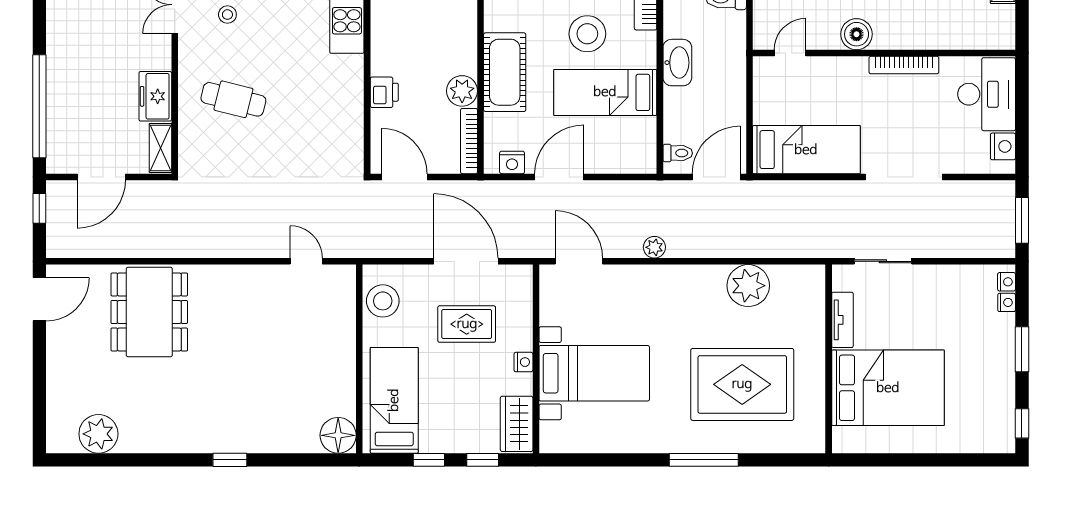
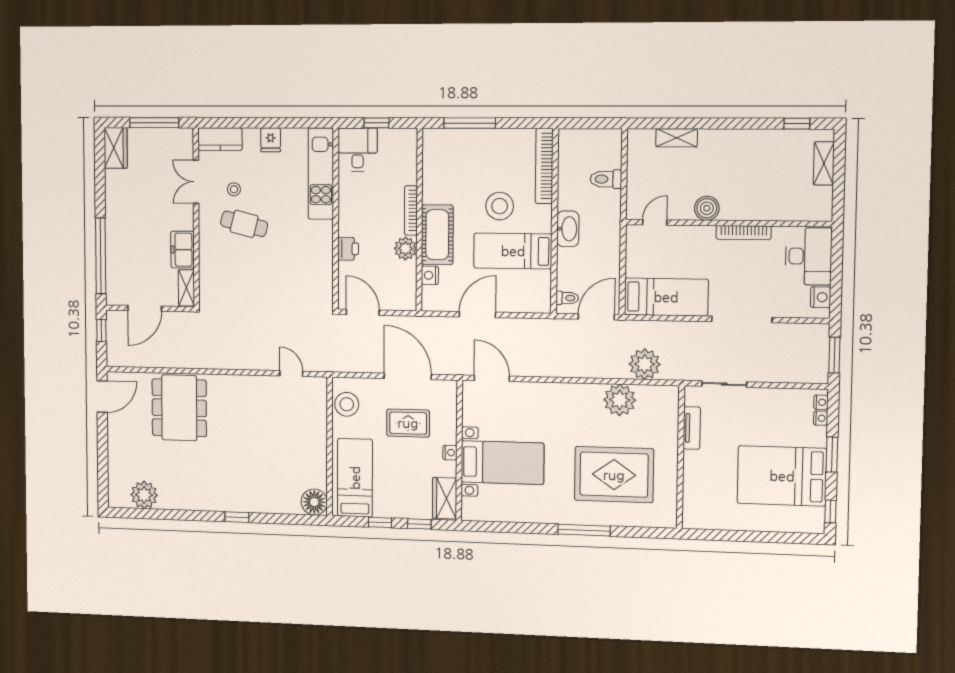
cafe table: (233, 99) -> (244, 224), moved
bookcase: (469, 141) -> (411, 211), moved
nightstand: (512, 162) -> (430, 275), moved, turned 90
plant: (654, 247) -> (645, 364), moved, width x1.88, depth x1.88
bed: (888, 388) -> (782, 476), moved, turned 180

